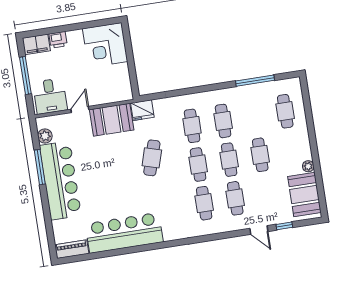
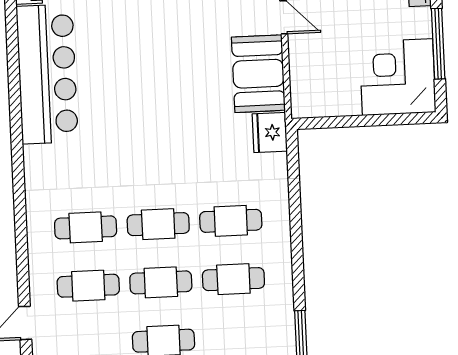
window: (85, 25) -> (438, 44), added
cafe table: (152, 158) -> (180, 140), removed

